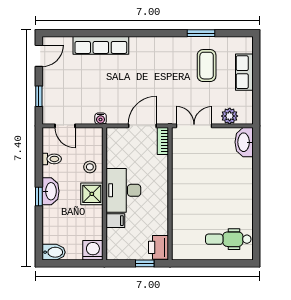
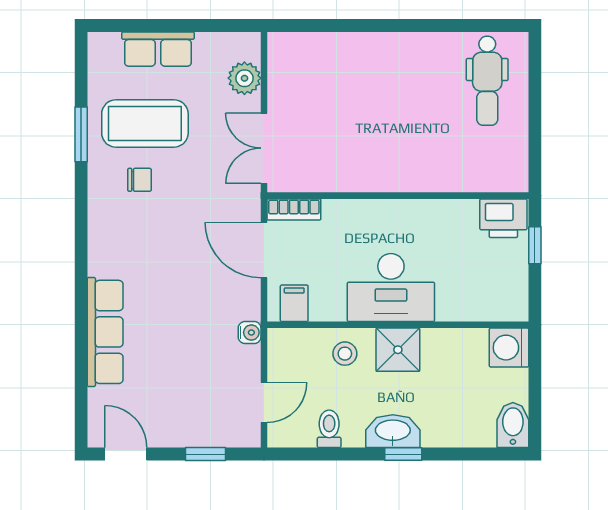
chair: (178, 63) -> (140, 180), added
coffee table: (207, 66) -> (145, 123), width x1.36, depth x1.32
washbasin: (244, 142) -> (296, 50), removed
filing cabinet: (115, 221) -> (294, 303), moved

